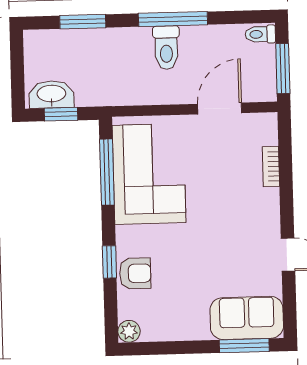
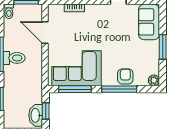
window: (109, 262) -> (119, 89), width x2.17
window: (244, 346) -> (163, 47), moved

